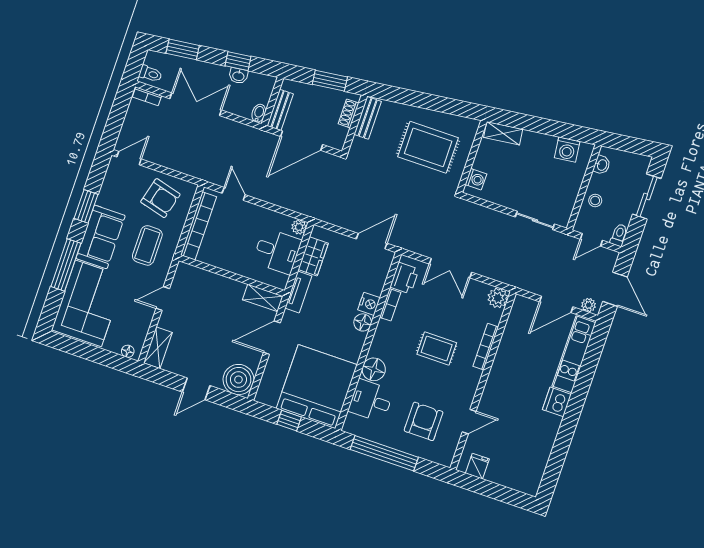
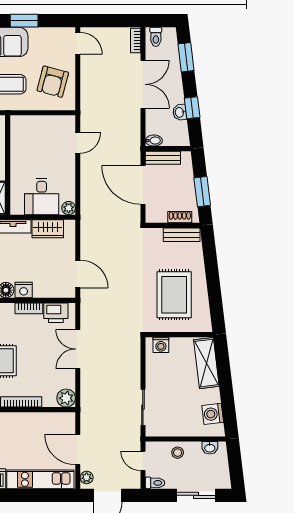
shelving: (503, 133) -> (206, 363), width x1.50, depth x1.33
bookcase: (198, 226) -> (40, 122), removed

